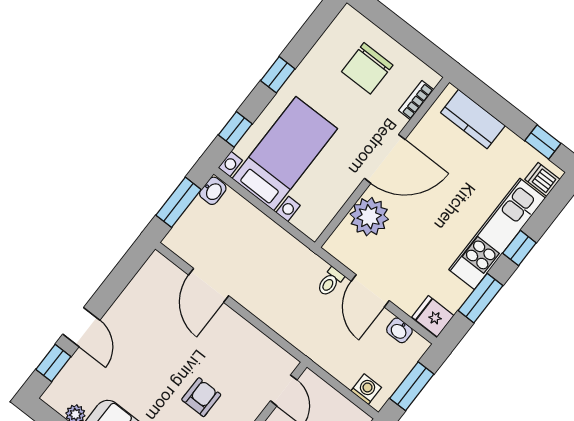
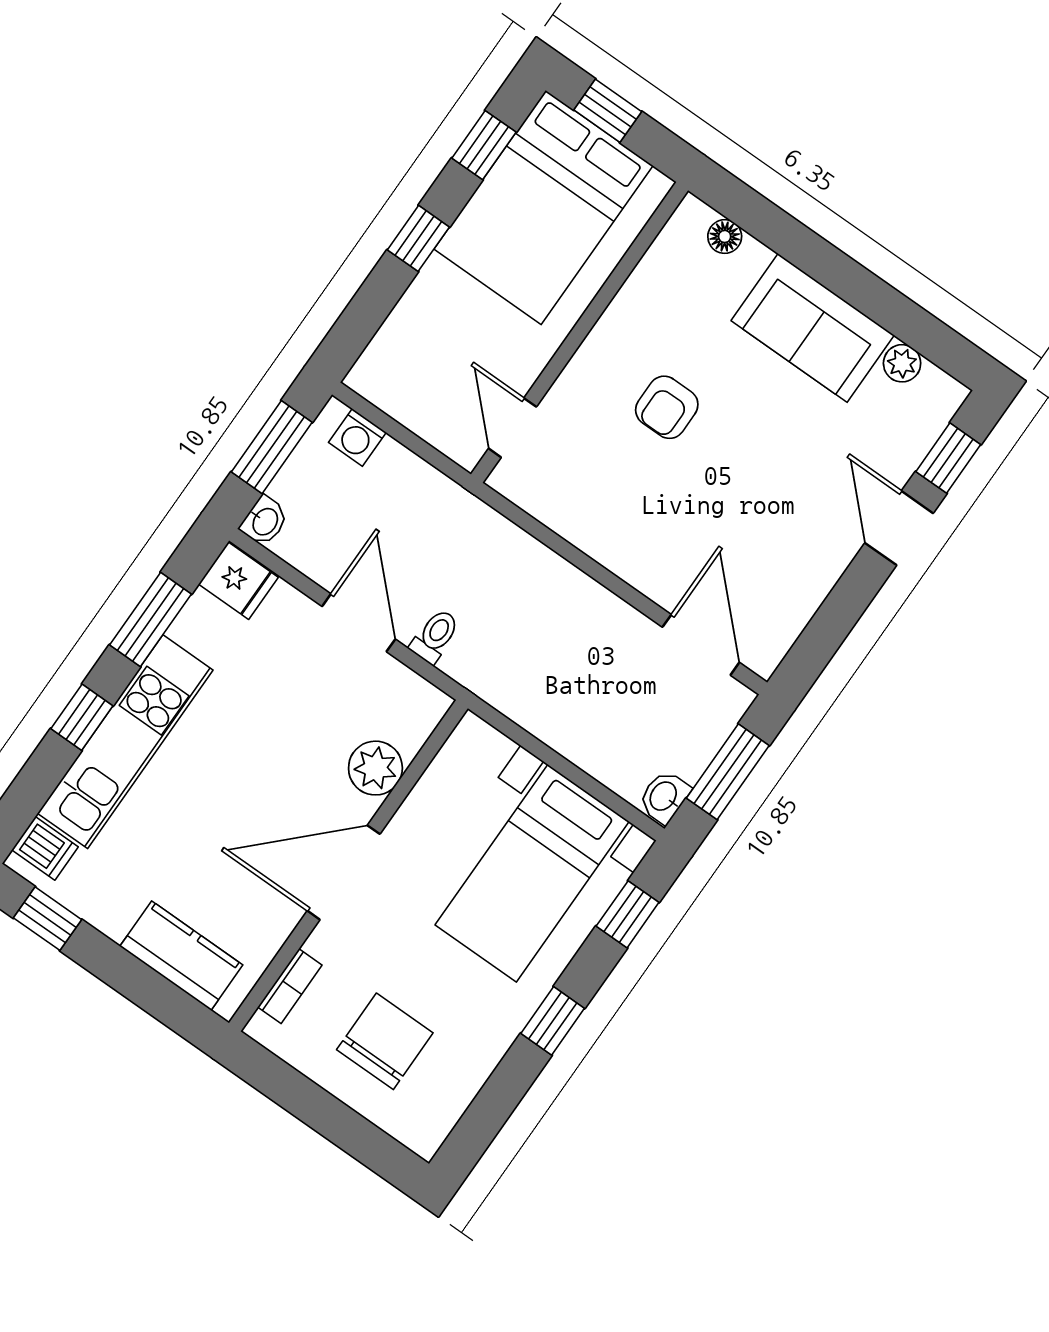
plant: (369, 217) -> (375, 768), width x0.73, depth x0.73
door: (209, 285) -> (701, 645), moved
washbasin: (399, 330) -> (264, 521), moved, turned 90

